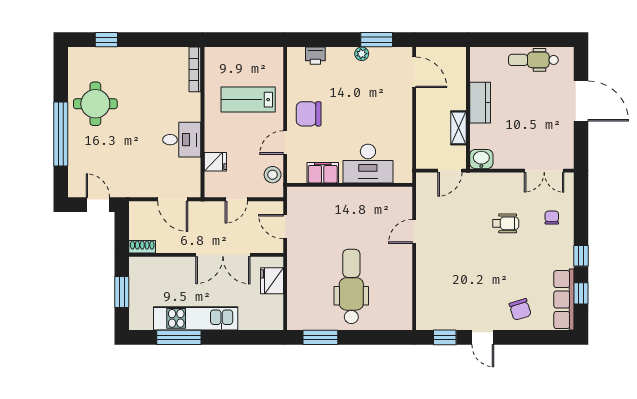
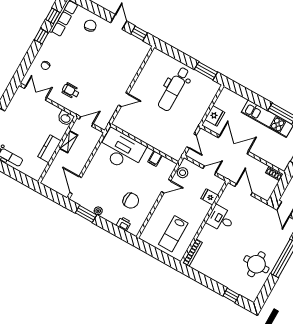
lab bench: (248, 100) -> (173, 234), moved, turned 90
chair: (309, 114) -> (131, 201), moved
desk: (368, 164) -> (121, 150), width x1.36, depth x1.30
filing cabinet: (323, 173) -> (155, 159), width x0.50
wheelchair: (506, 223) -> (71, 91), moved

